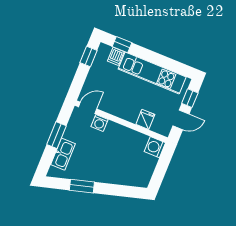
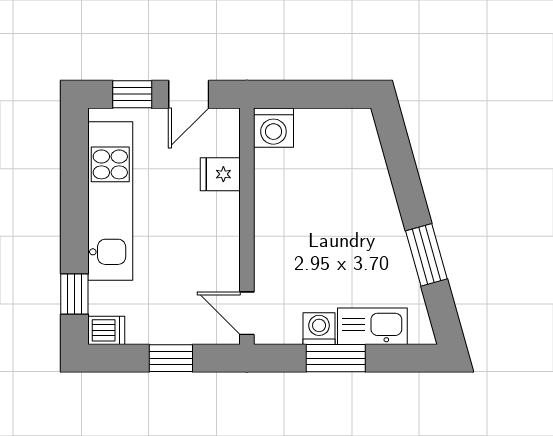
window: (89, 56) -> (171, 358), moved
dishwasher: (116, 56) -> (106, 330), moved
door: (181, 120) -> (189, 94), swing flipped
washing machine: (100, 123) -> (319, 329), moved, turned -90

